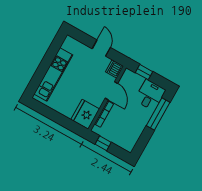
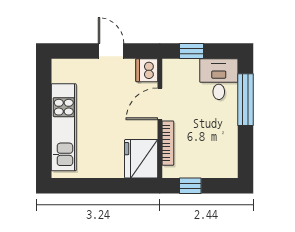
door: (111, 91) -> (160, 104), swing flipped

